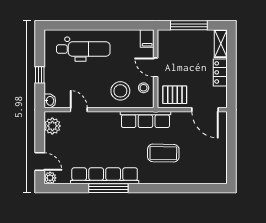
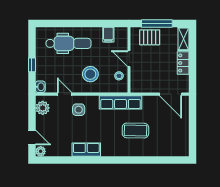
filing cabinet: (147, 38) -> (108, 35), moved
stool: (120, 91) -> (90, 74), moved
pallet: (175, 95) -> (150, 37), moved
side table: (95, 128) -> (79, 110), added
row of seats: (105, 176) -> (86, 150), width x0.50
window: (108, 188) -> (89, 160), removed

